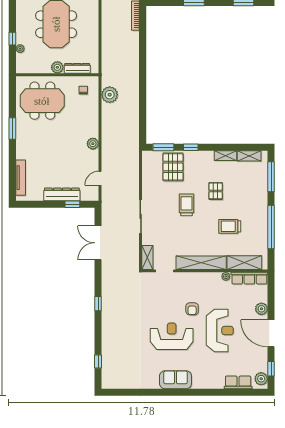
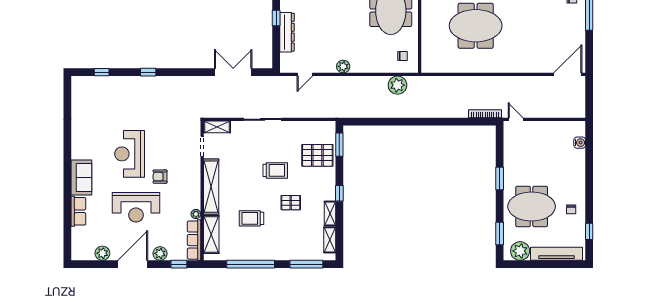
plant: (57, 67) -> (428, 27), removed
dresser: (77, 68) -> (427, 49), removed
window: (191, 147) -> (339, 193), moved
door: (100, 178) -> (305, 74), swing flipped
window: (72, 204) -> (276, 18), moved
trolley: (230, 226) -> (251, 218), turned -90
window: (98, 304) -> (148, 72), moved
reception desk: (172, 336) -> (130, 154), turned 180
window: (271, 369) -> (179, 264), moved
plant: (261, 379) -> (102, 253), moved
sofa: (176, 380) -> (81, 178), moved
row of seats: (238, 382) -> (78, 211), moved

